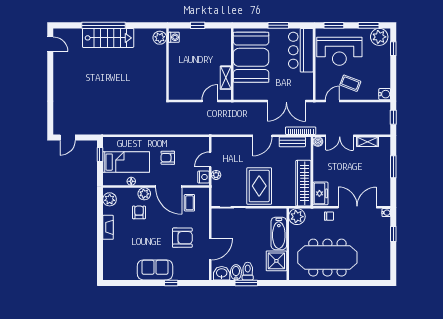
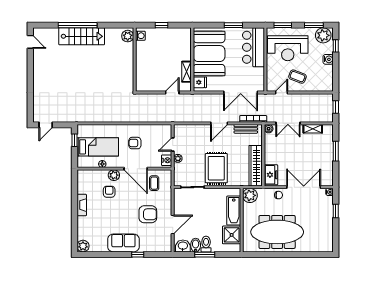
fridge: (241, 90) -> (200, 82), added
water cooler: (385, 94) -> (328, 59), moved
plant: (110, 199) -> (83, 246), moved

